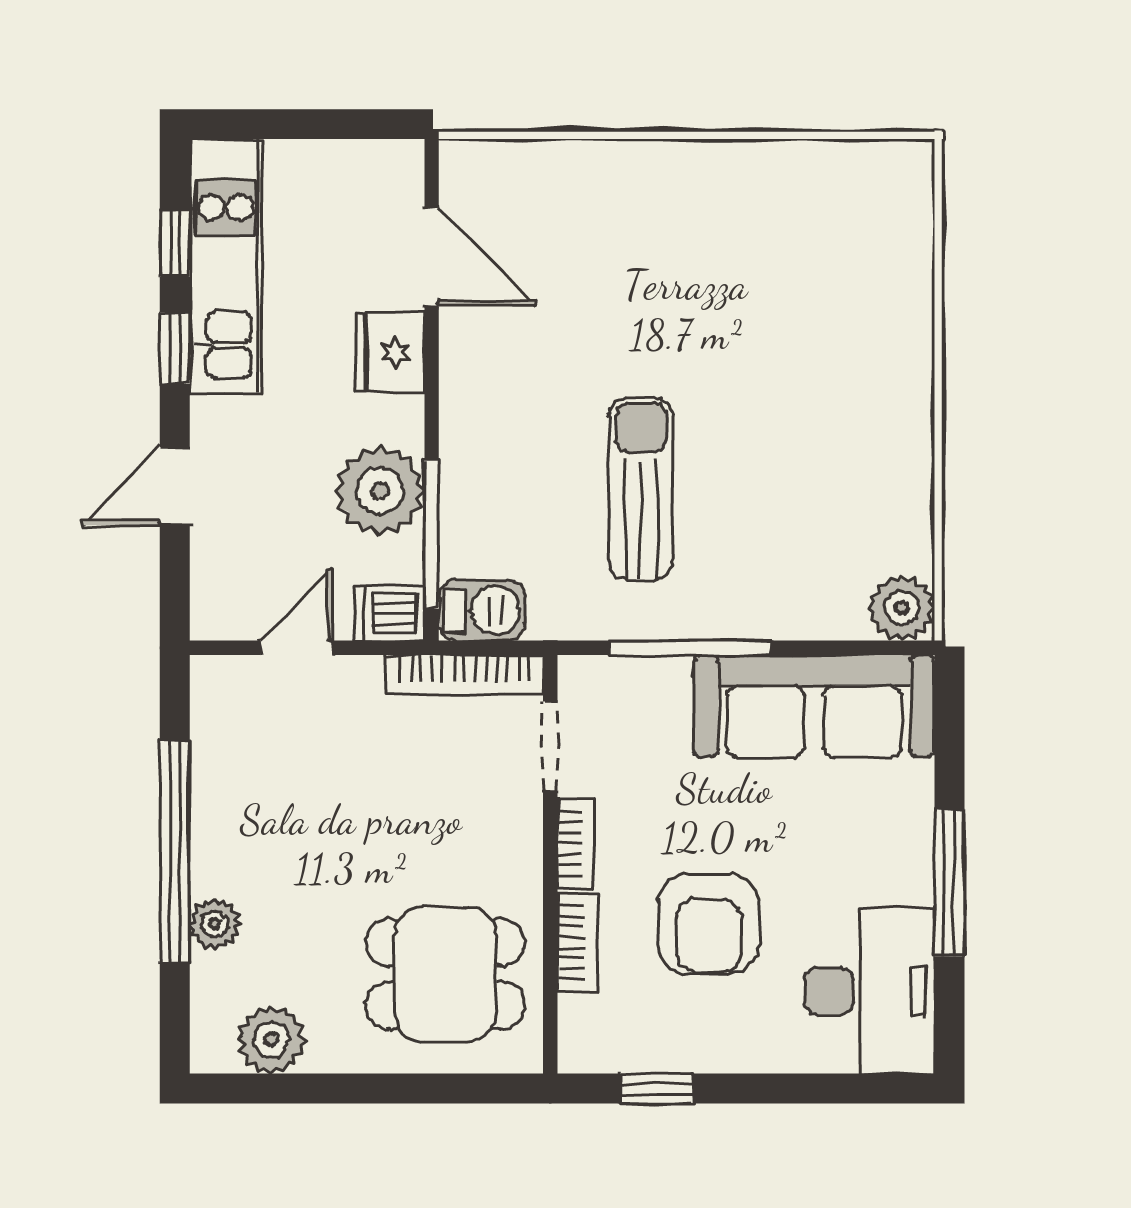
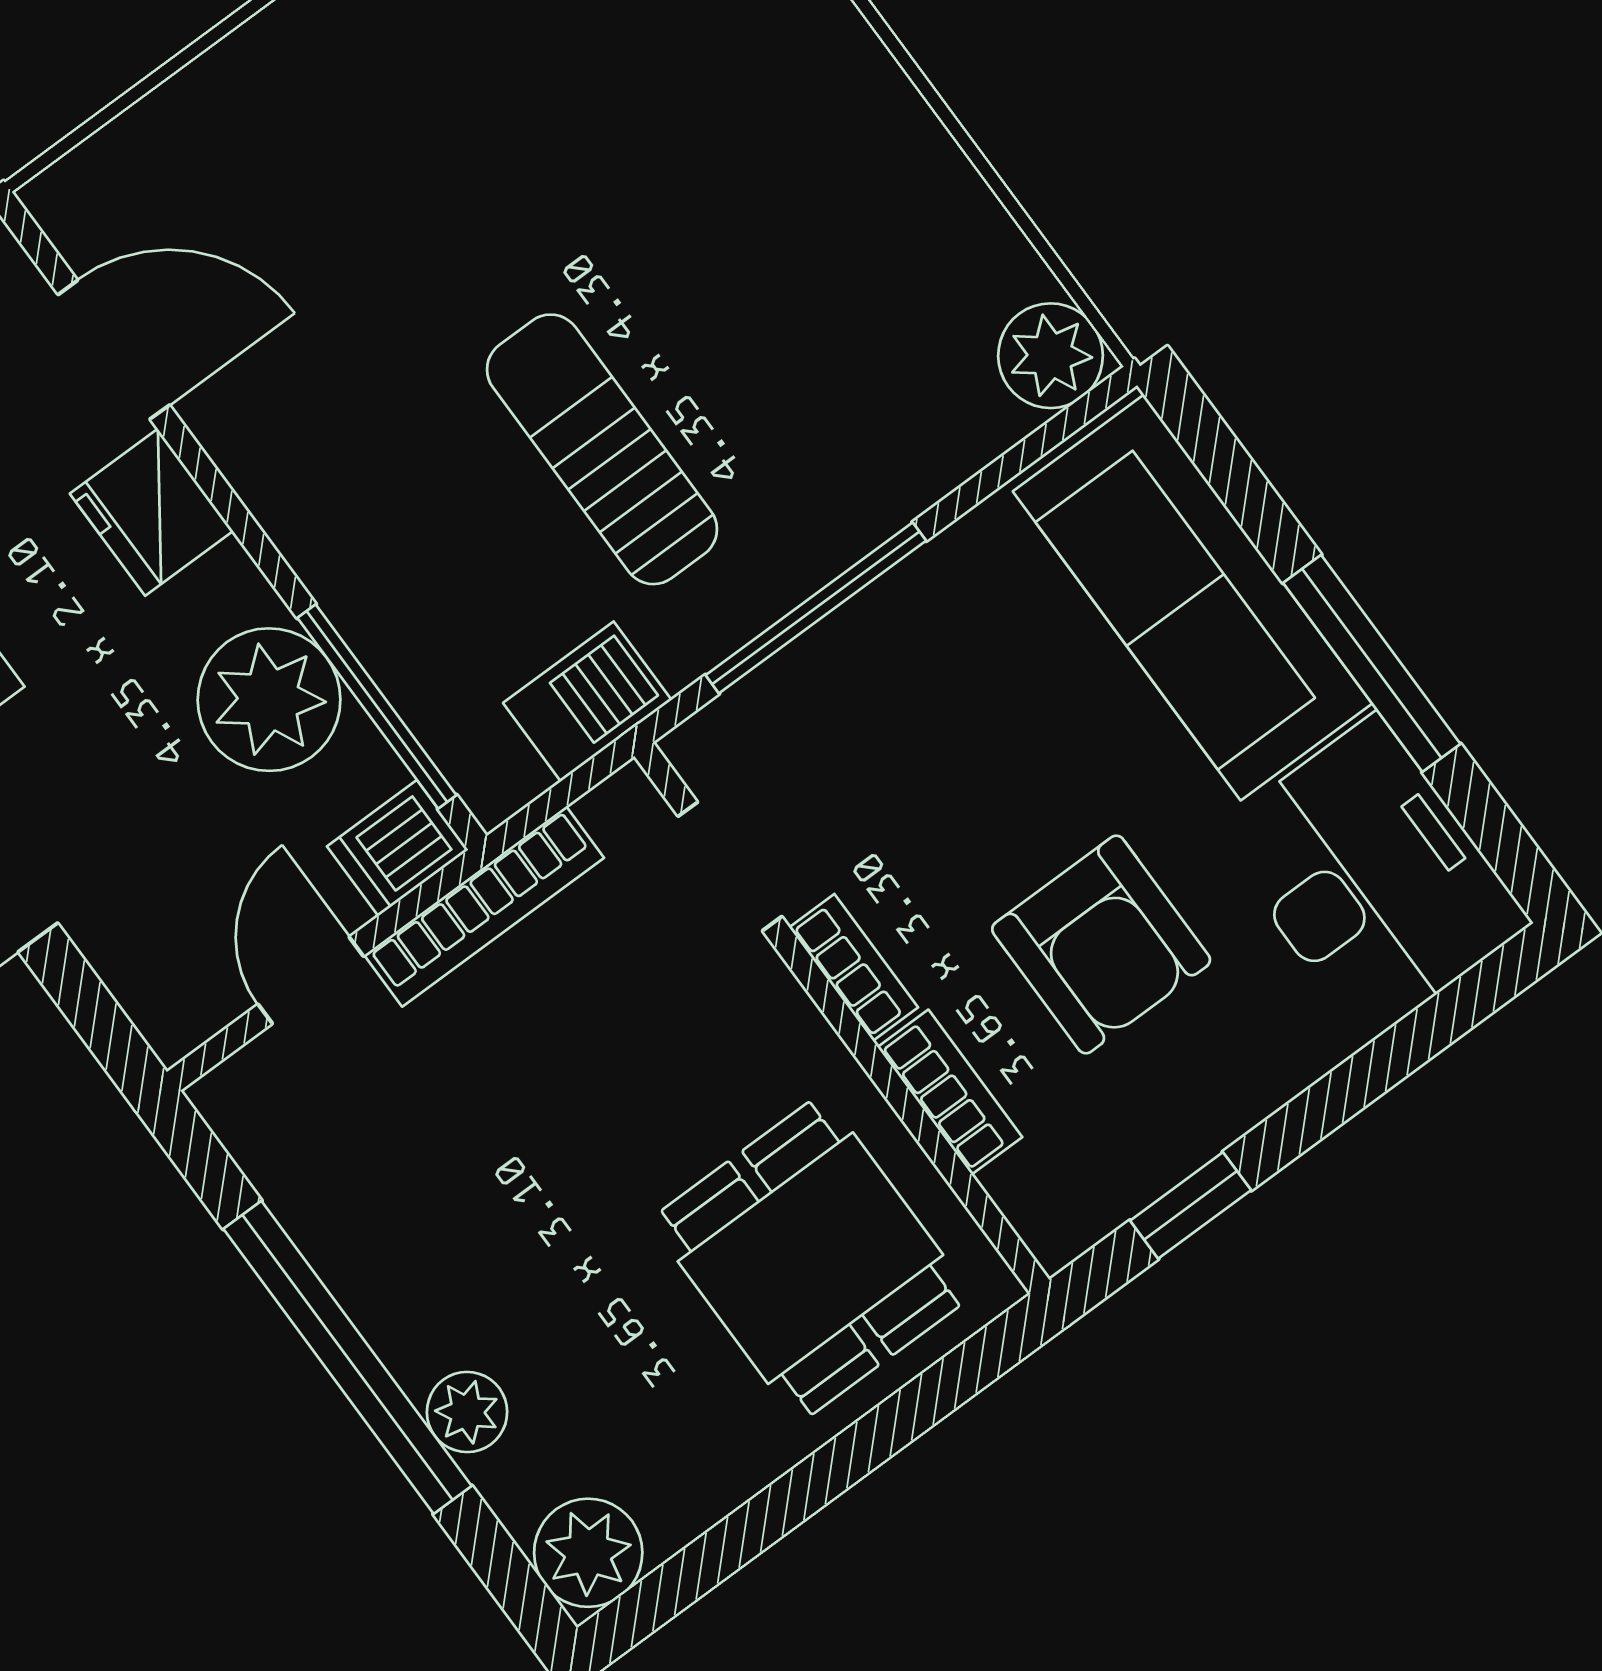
barbecue: (482, 610) -> (587, 701), moved
bookcase: (464, 675) -> (484, 906), moved
sofa: (814, 706) -> (1192, 597), moved, turned 90
dining table: (445, 974) -> (810, 1258), turned 90
plant: (271, 1040) -> (588, 1553), moved

